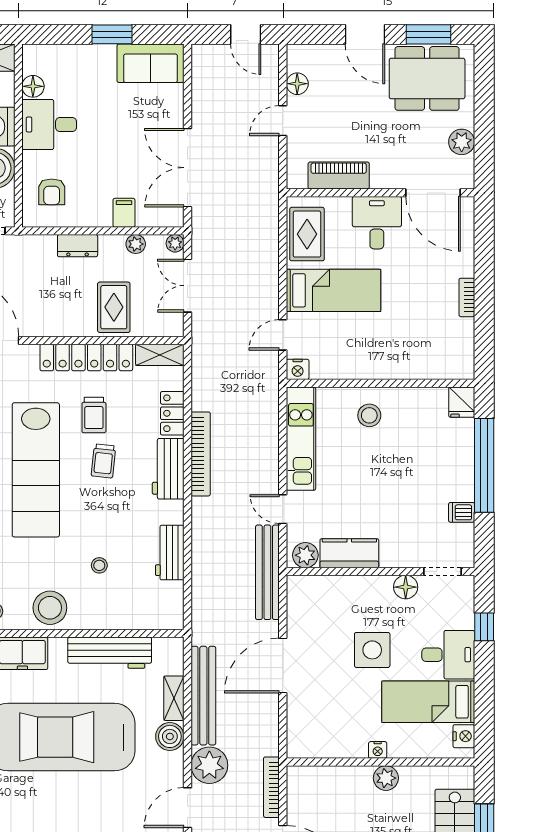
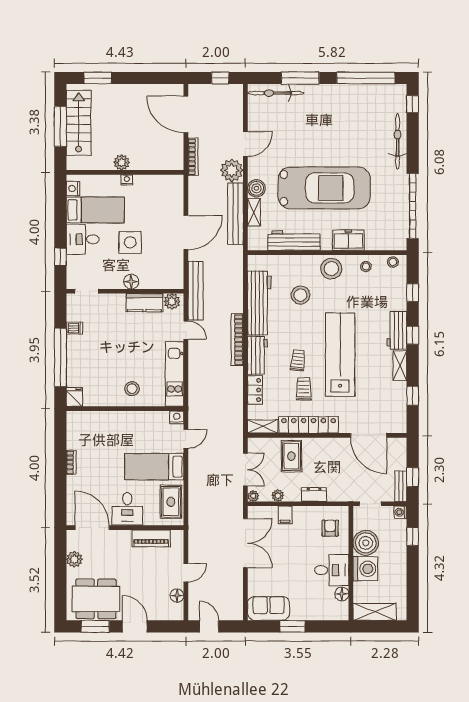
bookcase: (201, 454) -> (237, 340), moved
workbench: (170, 553) -> (259, 303), width x1.88, depth x1.32
stool: (99, 565) -> (300, 295), width x1.89, depth x1.89
floor lamp: (406, 587) -> (131, 282), moved

